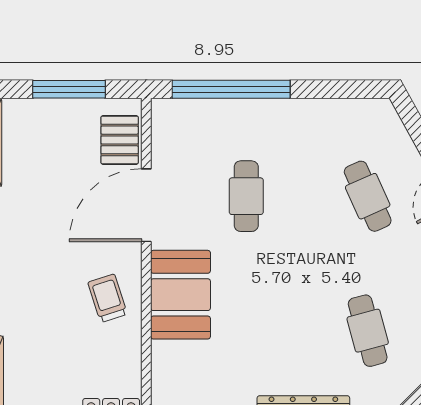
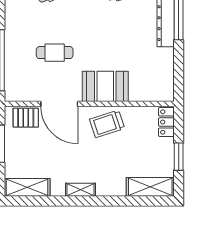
trolley: (108, 298) -> (107, 124), width x1.36, depth x1.39

